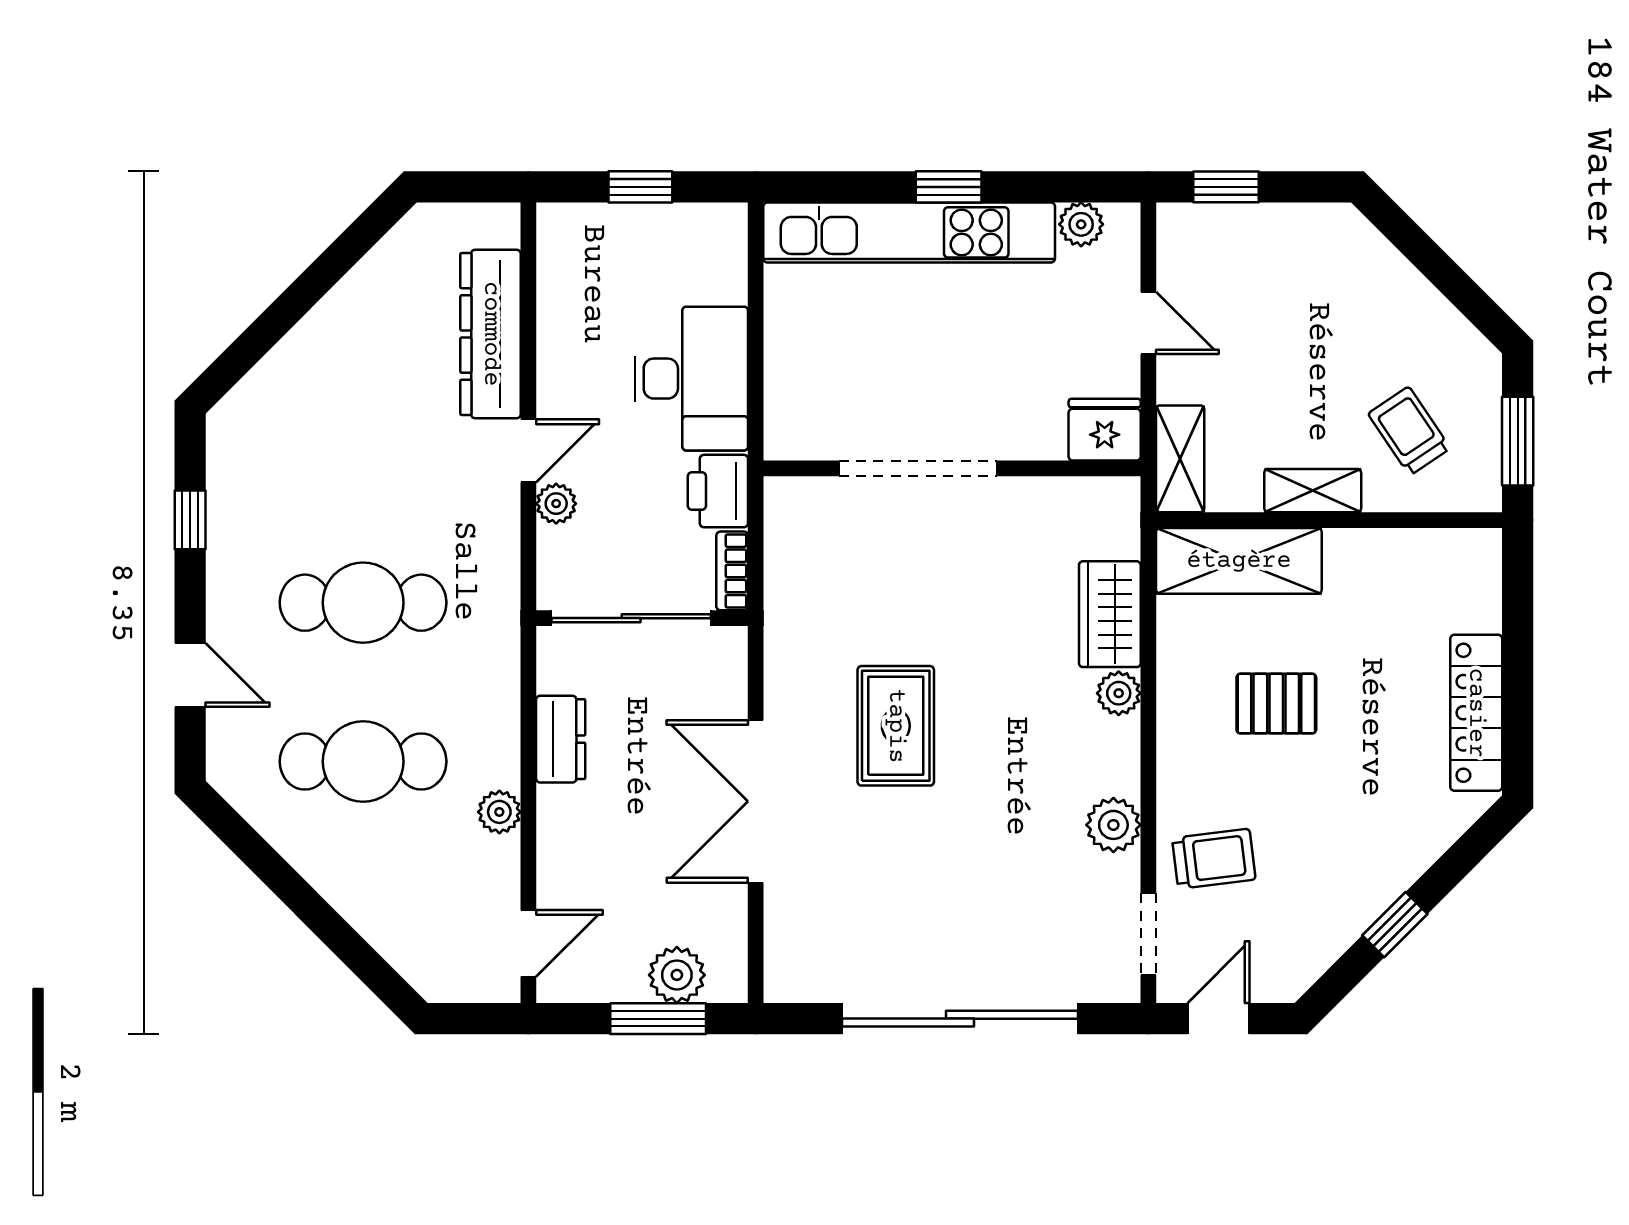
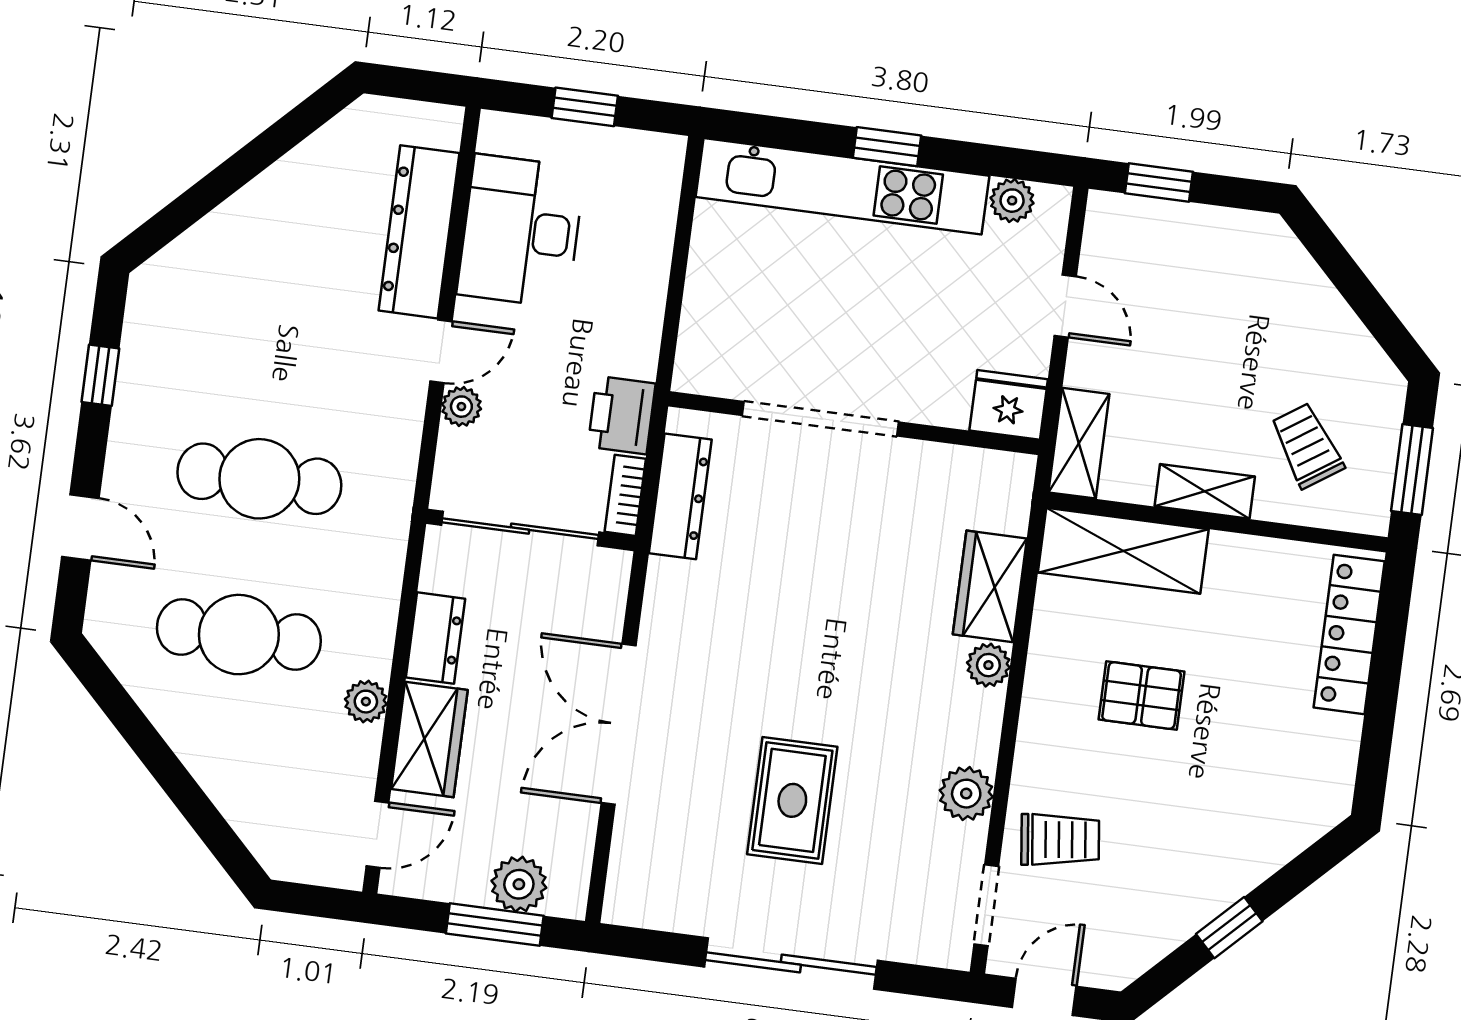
desk: (691, 379) -> (521, 231), moved, turned 180
dresser: (787, 565) -> (680, 496), added
locker: (1476, 713) -> (1349, 634), moved
rug: (896, 726) -> (792, 800), moved
wardrobe: (568, 842) -> (429, 739), added
sliding door: (960, 1019) -> (791, 964), width x0.73

